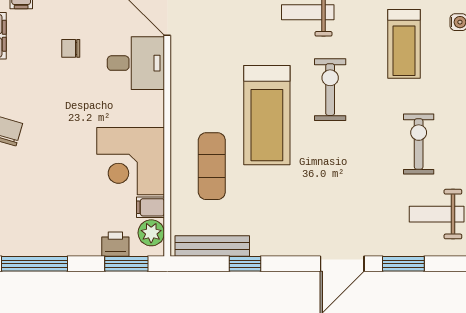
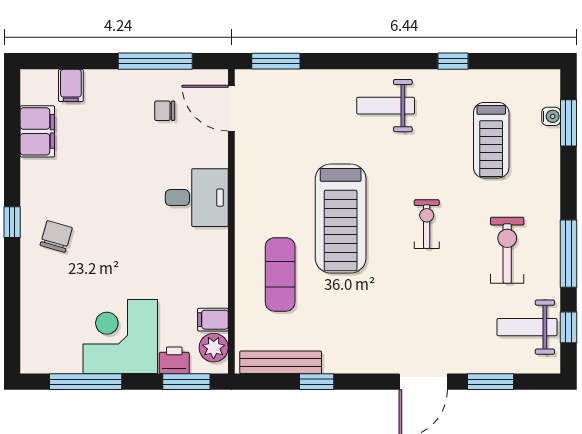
chair: (71, 48) -> (165, 111), moved
desk: (136, 63) -> (197, 198), moved
exercise bike: (330, 90) -> (427, 224), moved, width x0.73, depth x0.72
corner desk: (131, 161) -> (120, 337), moved, turned 90

